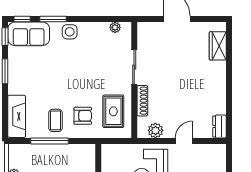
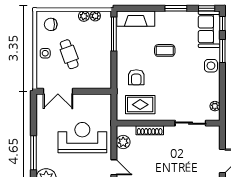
sliding door: (134, 67) -> (190, 123), moved
coffee table: (56, 120) -> (165, 50), moved
window: (50, 141) -> (114, 34), moved
plant: (14, 162) -> (95, 16), added

